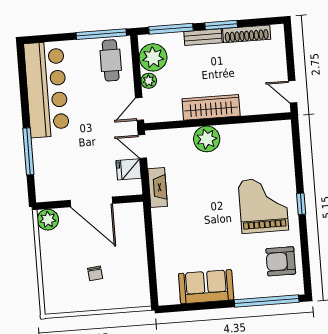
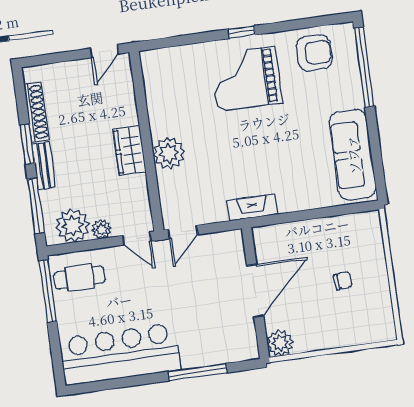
wardrobe: (211, 107) -> (130, 150), width x0.67
fridge: (129, 169) -> (212, 247), removed
fireplace: (158, 188) -> (252, 207), moved
armchair: (281, 261) -> (314, 53), turned -90
sofa: (206, 287) -> (353, 155), width x1.36

